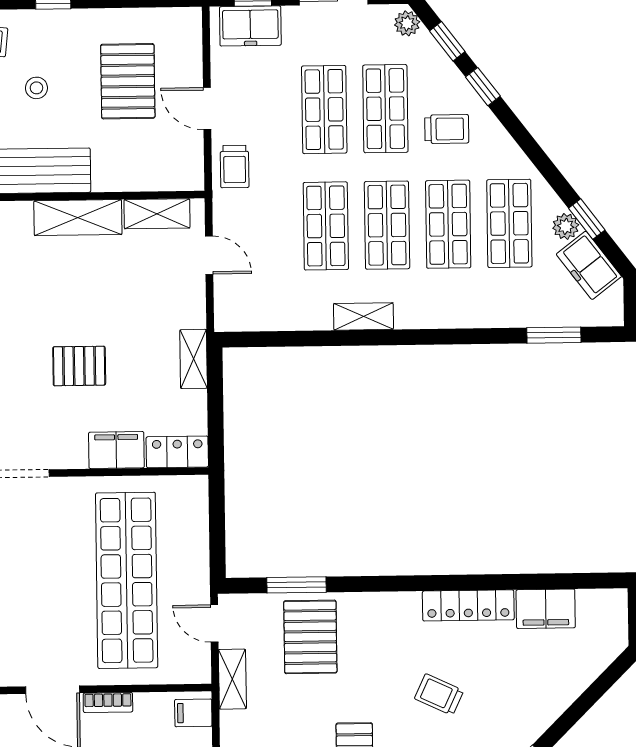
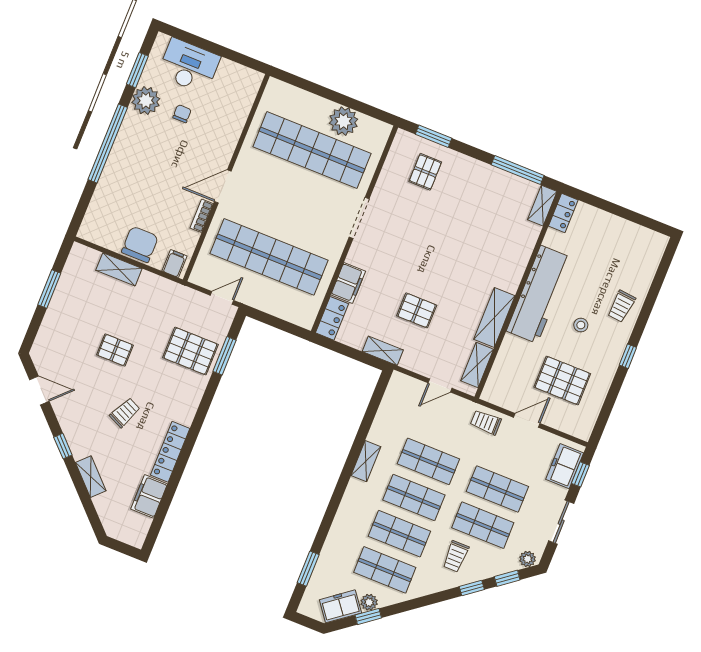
pallet: (79, 366) -> (417, 310), moved, turned 90
shelving: (232, 679) -> (91, 477), moved, turned 45

